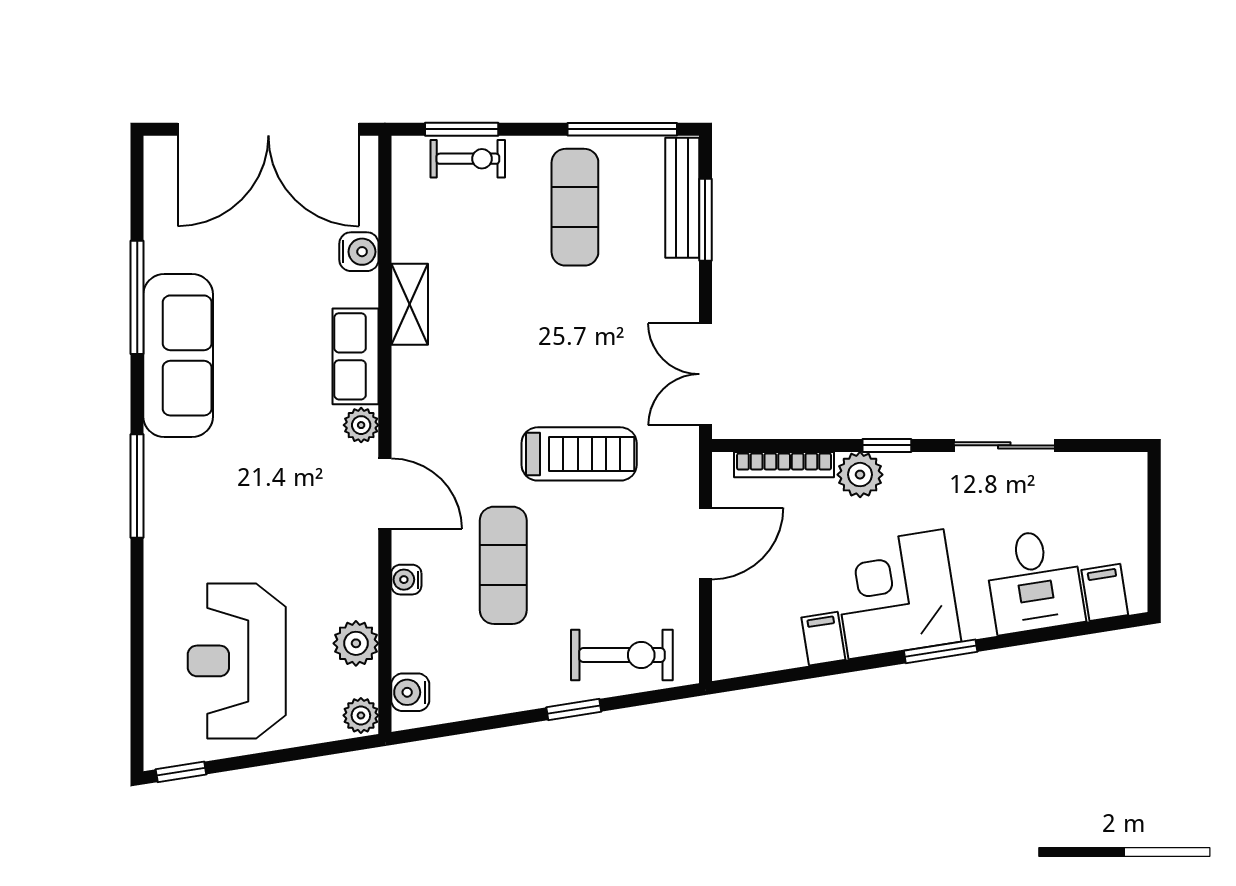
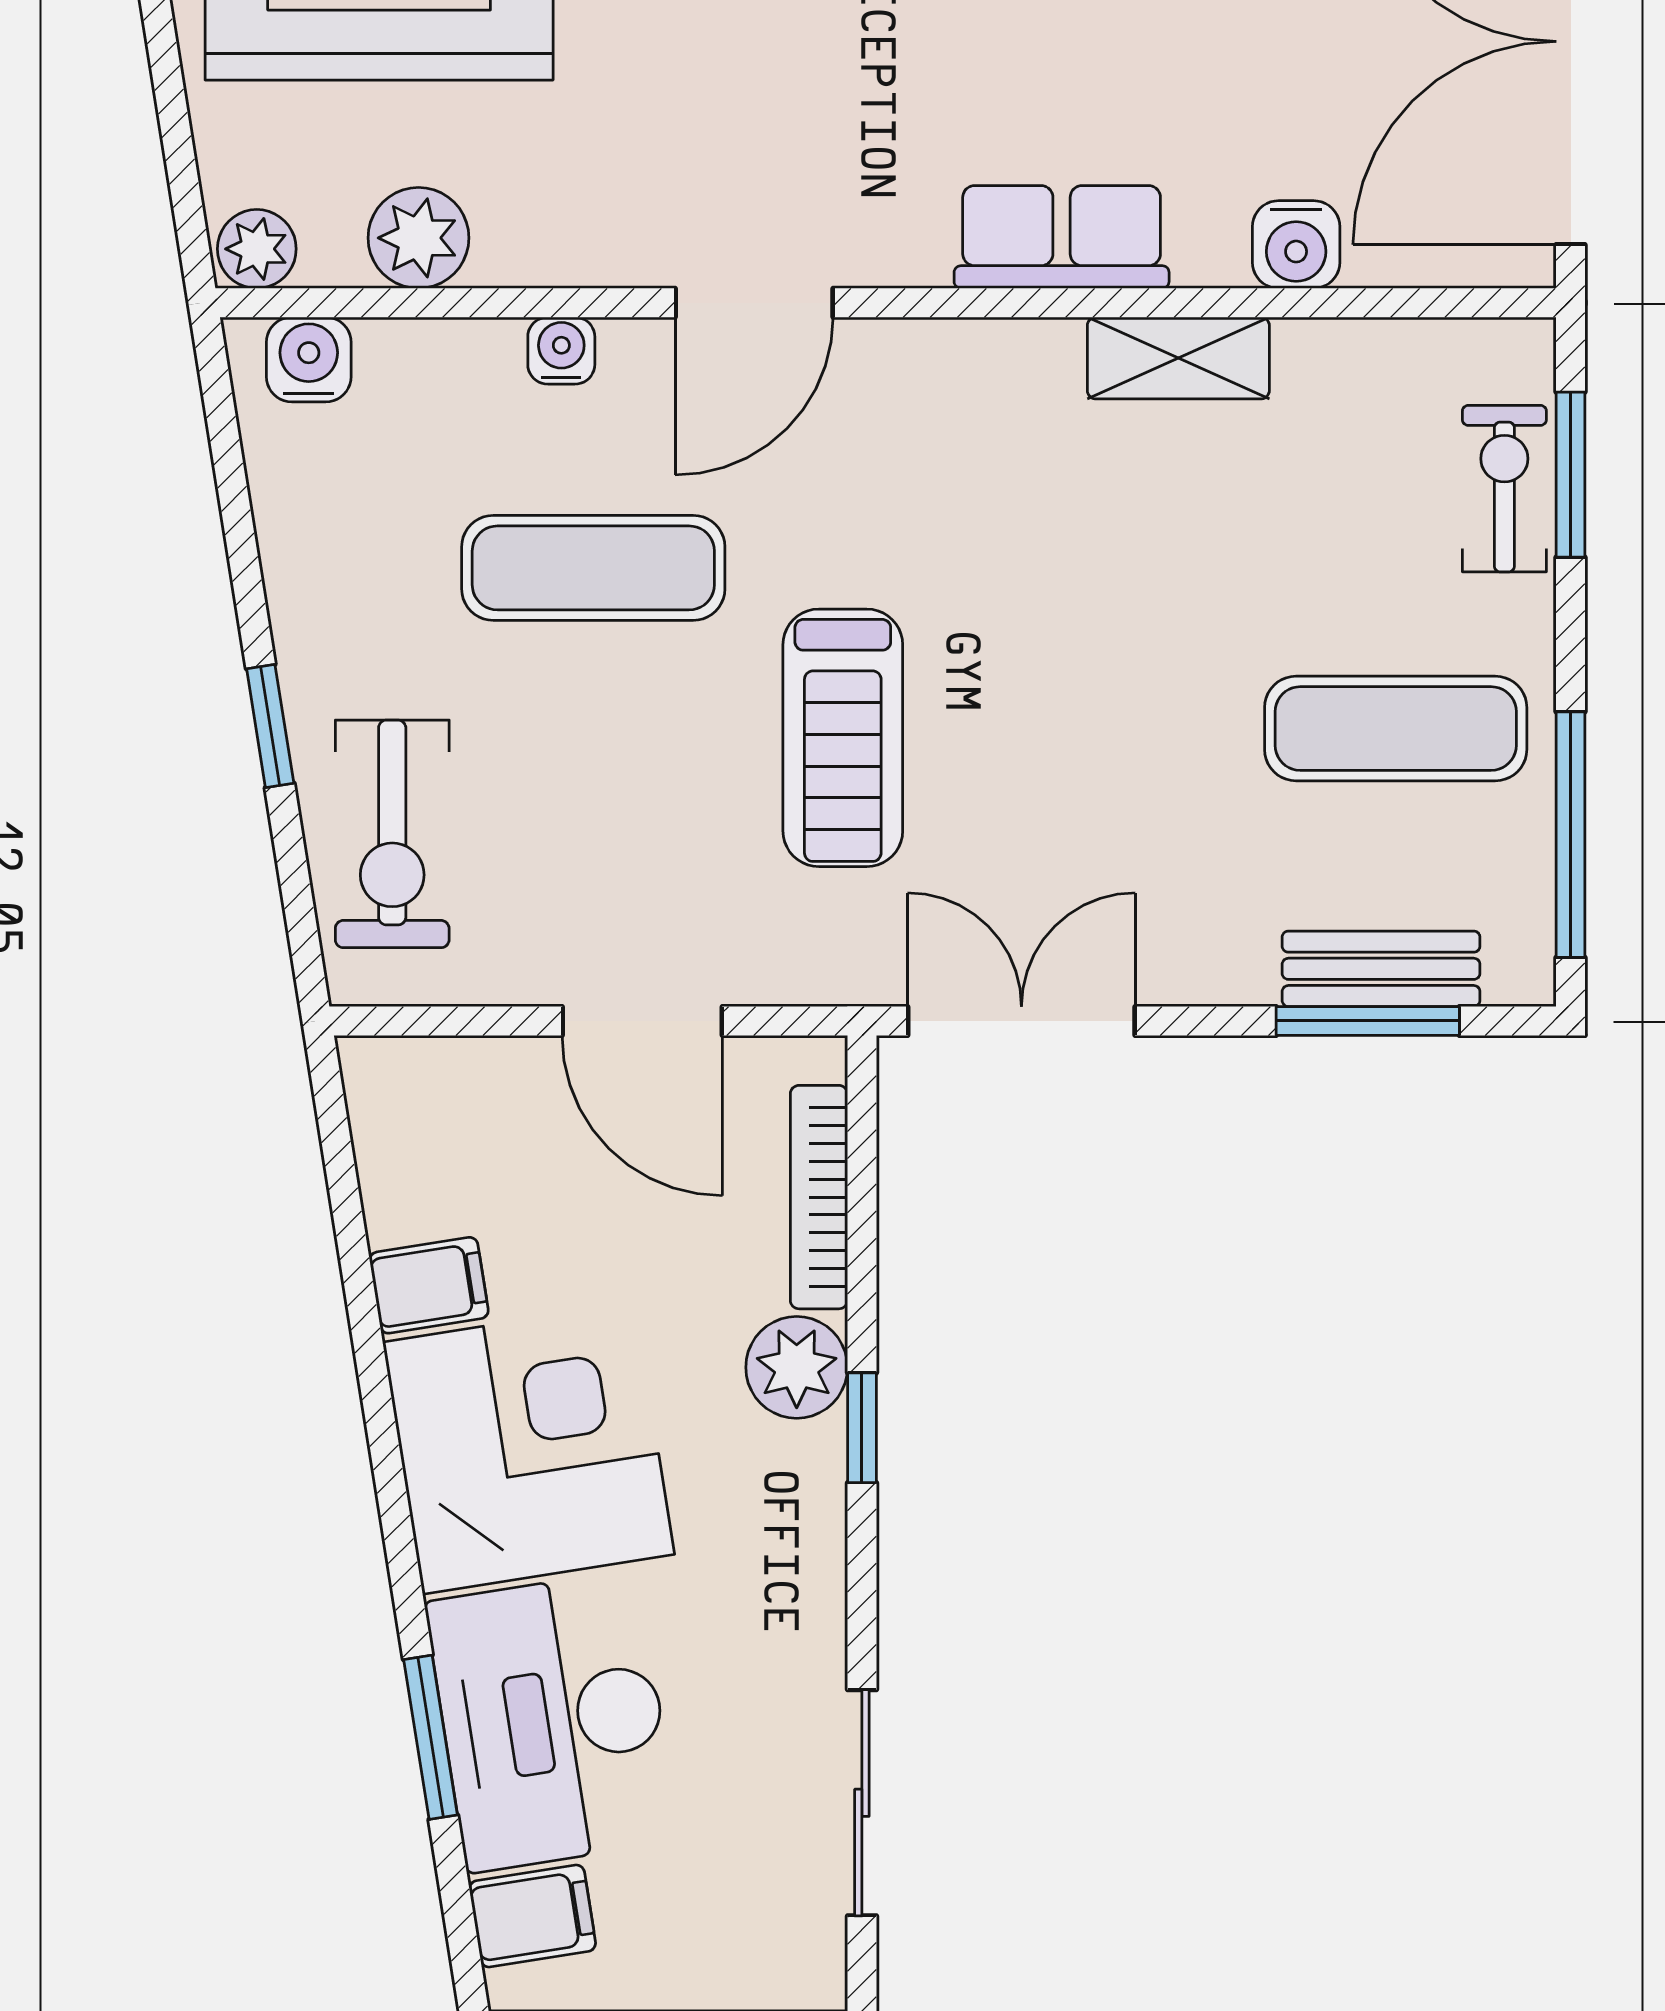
exercise bike: (468, 159) -> (1504, 489), turned 180
bench: (682, 198) -> (1381, 969), width x0.73
plant: (361, 425) -> (908, 249), removed
sliding door: (1004, 445) -> (862, 1803), moved
desk: (1034, 581) -> (552, 1721), width x1.37
window: (941, 651) -> (431, 1737), moved

